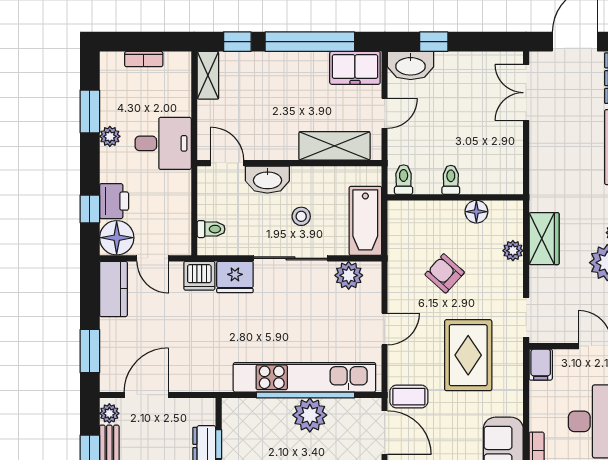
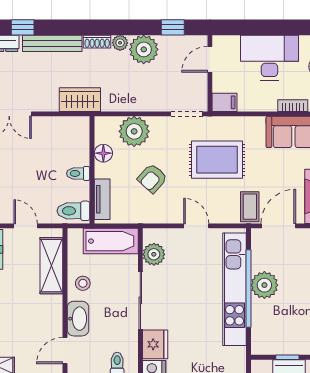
toilet: (404, 180) -> (73, 211), width x1.37, depth x1.39
tv unit: (418, 210) -> (102, 199), added
stool: (301, 216) -> (83, 283), moved
wardrobe: (544, 239) -> (80, 100), moved
plant: (513, 251) -> (134, 131), width x1.88, depth x1.88

